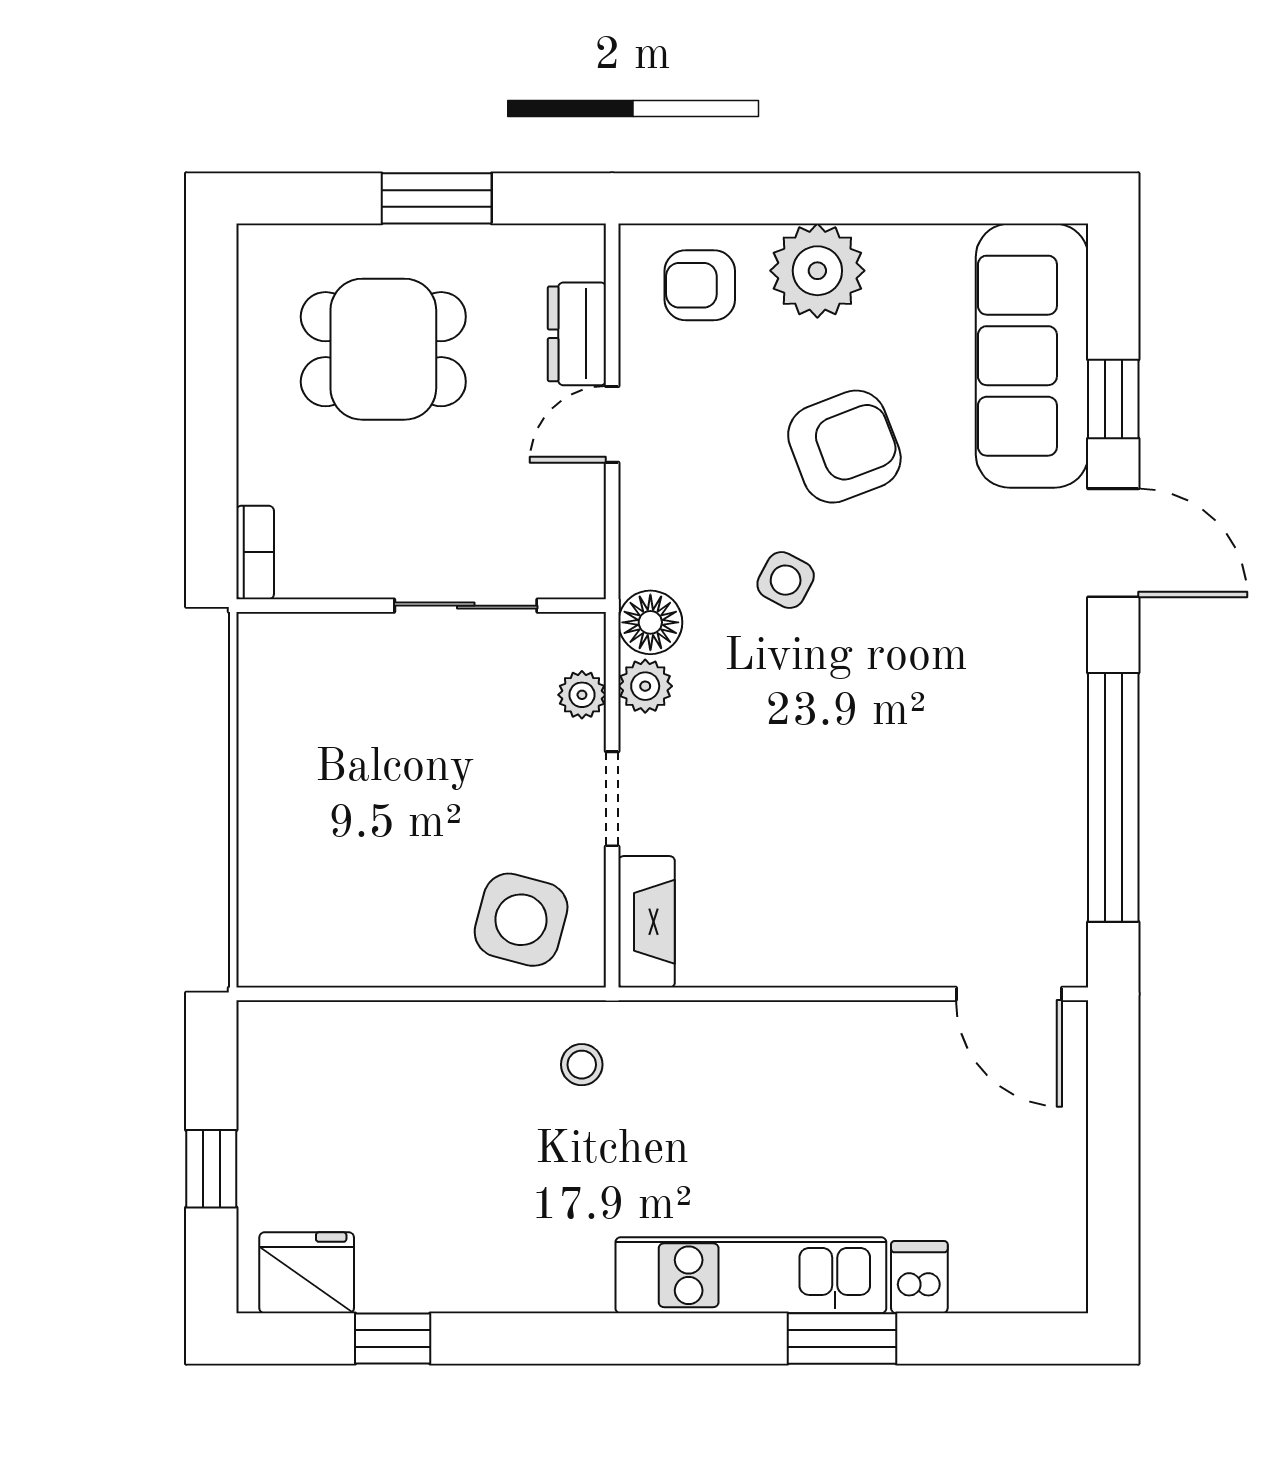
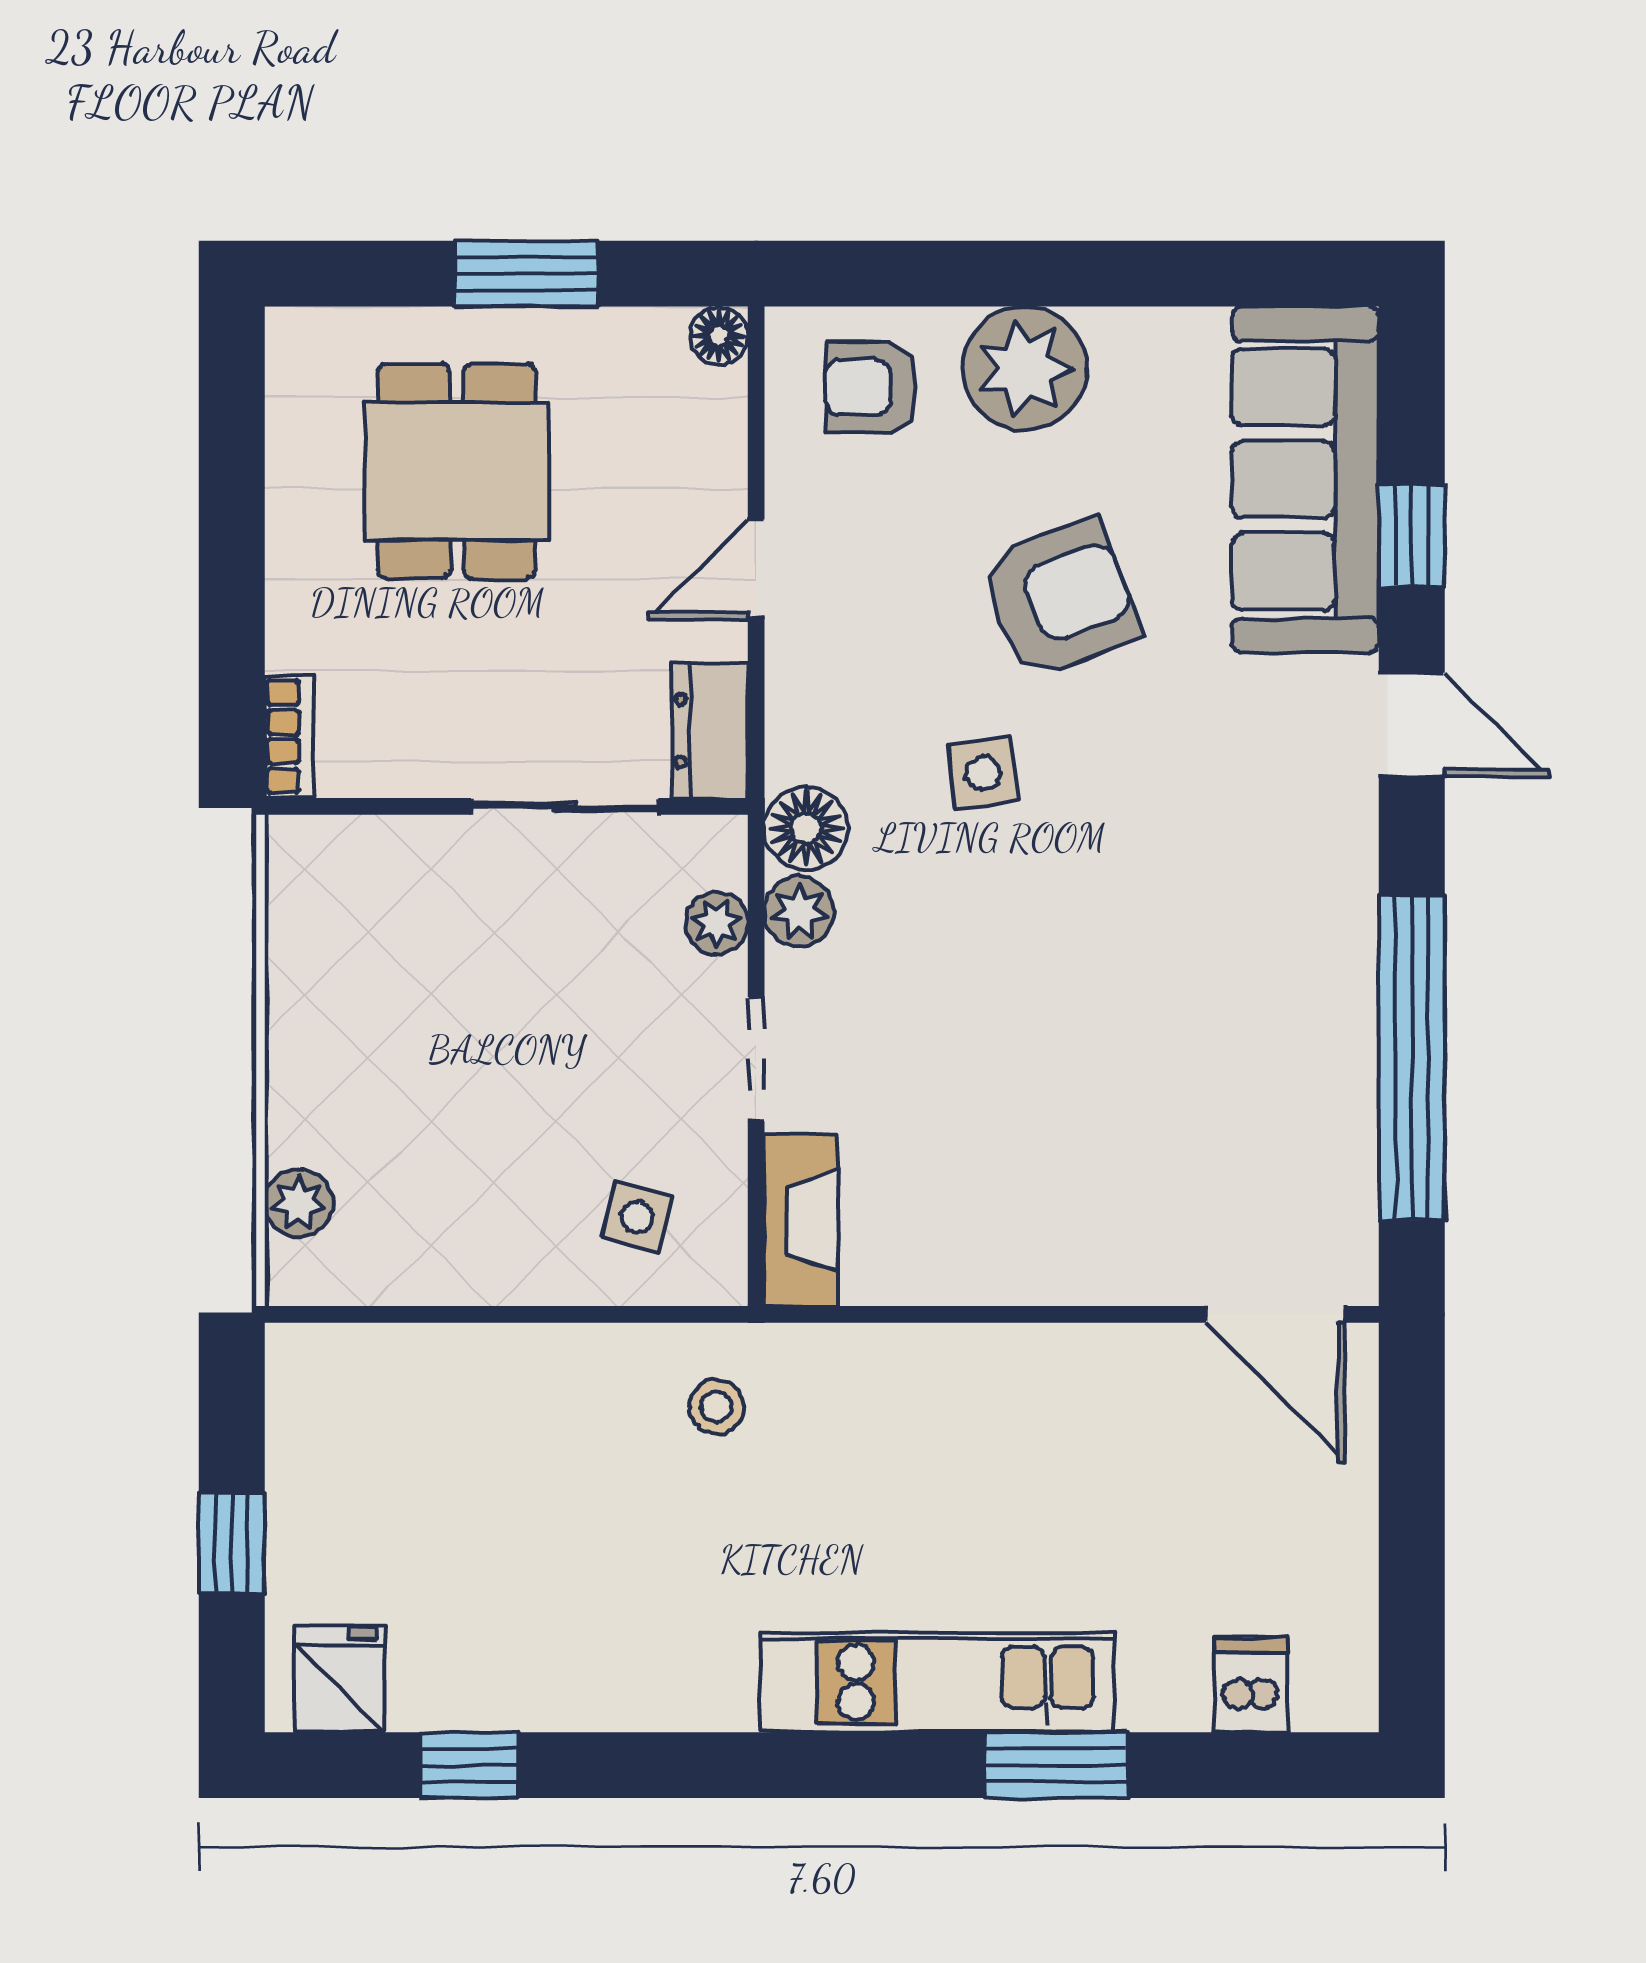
floor lamp: (584, 246) -> (719, 336), added
dresser: (577, 334) -> (710, 731), moved
dining table: (383, 349) -> (457, 471), turned 90
door: (1113, 543) -> (1412, 724), width x0.73
side table: (786, 580) -> (983, 773), turned -35
plant: (262, 909) -> (299, 1203), added
side table: (521, 920) -> (637, 1217), width x0.54, depth x0.54
fridge: (307, 1273) -> (339, 1679), width x0.72
dishwasher: (919, 1277) -> (1251, 1685), moved

